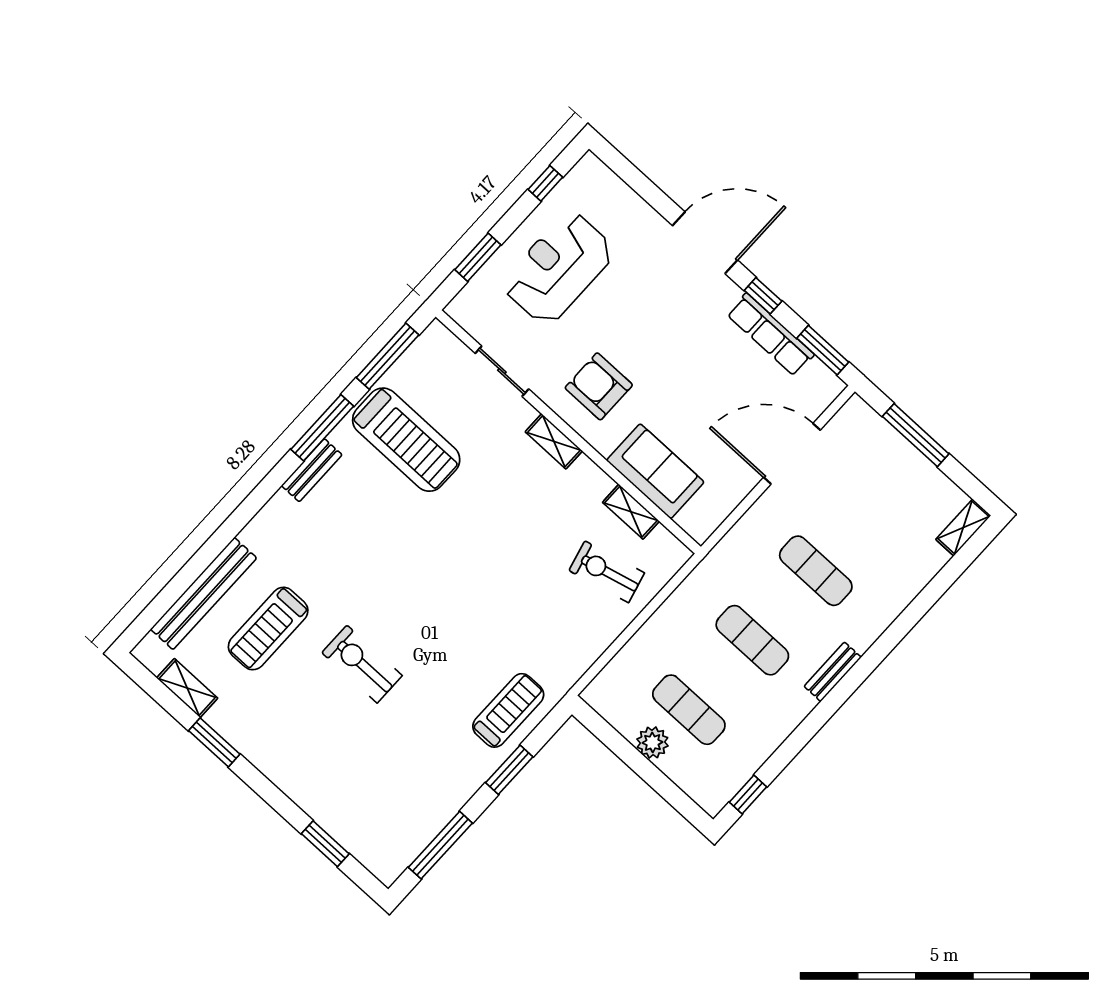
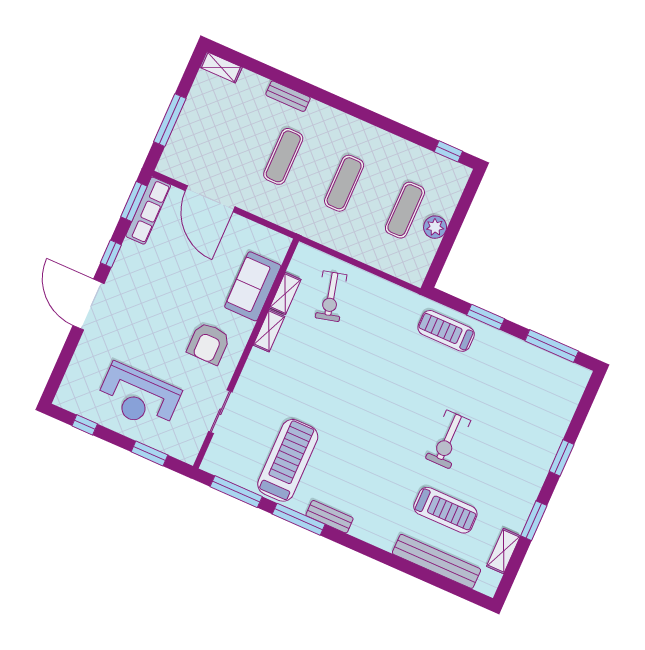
row of seats: (770, 334) -> (148, 211), moved
shelving: (554, 441) -> (269, 331), moved
bench: (833, 672) -> (288, 96), moved
window: (325, 844) -> (562, 458), moved

